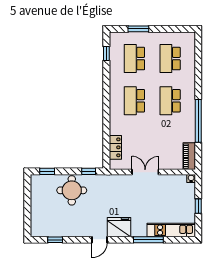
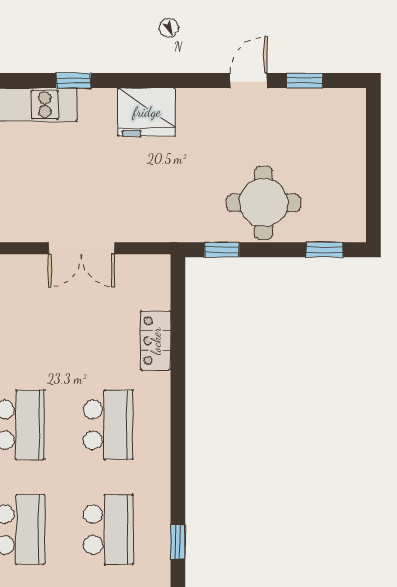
locker: (115, 147) -> (156, 341), moved
door: (99, 240) -> (248, 80), moved
window: (148, 240) -> (74, 80), width x0.46

